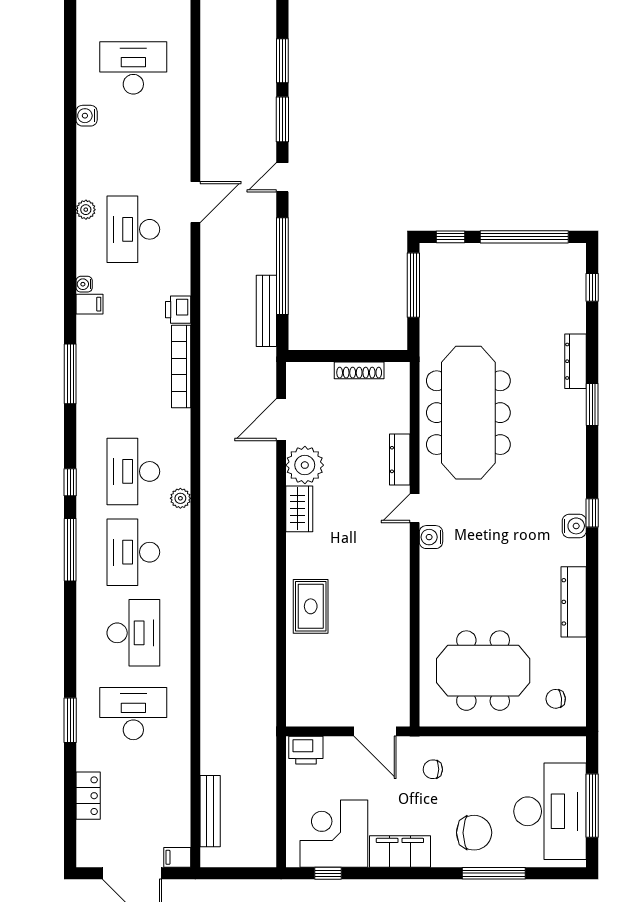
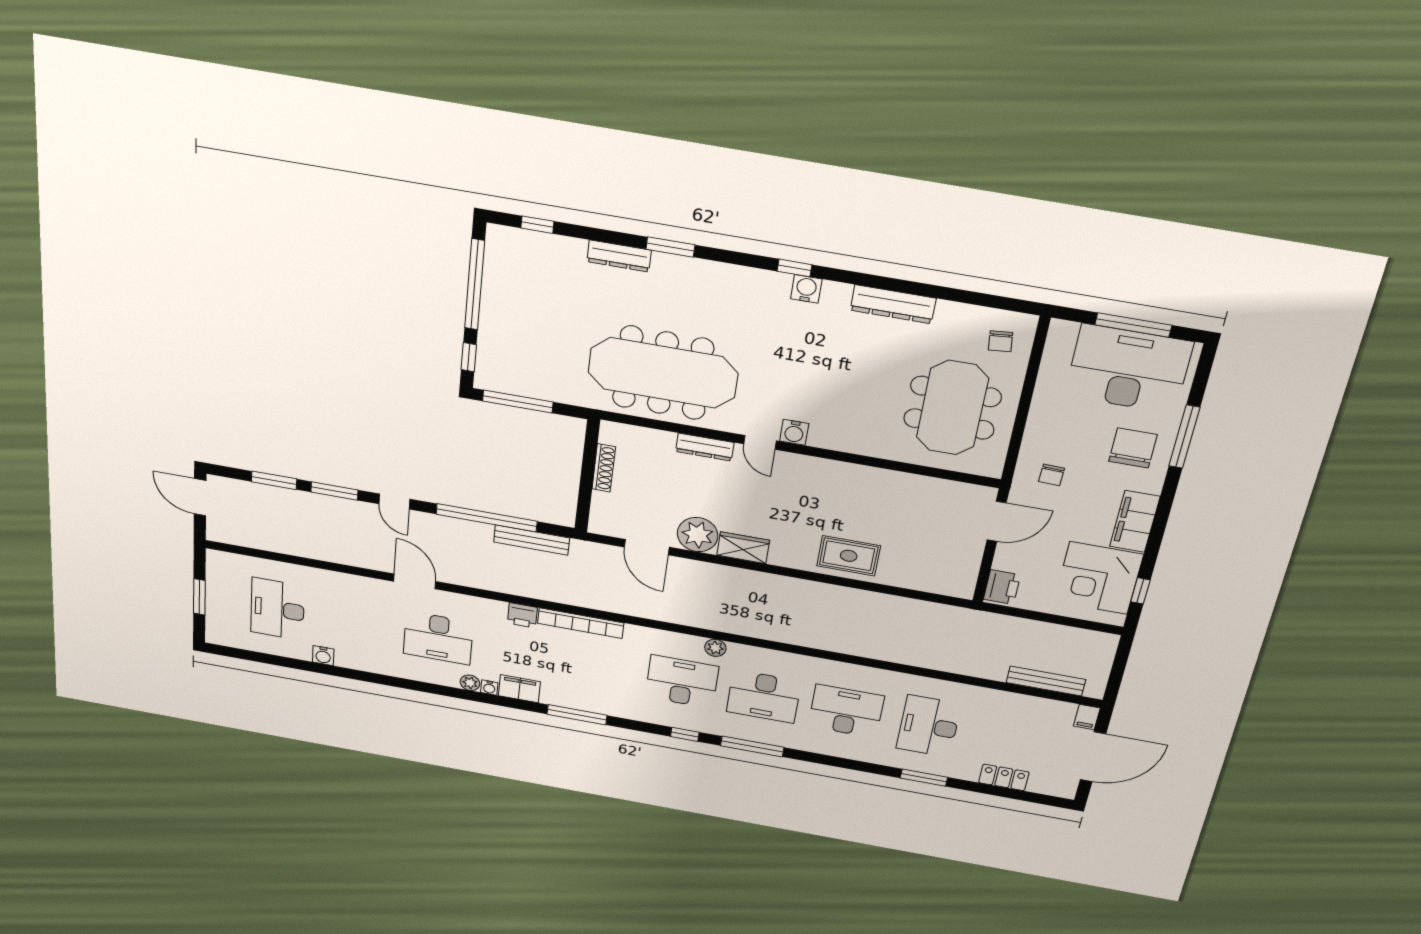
plant: (86, 210) -> (470, 683), moved
filing cabinet: (89, 304) -> (519, 689), width x2.00
desk: (133, 471) -> (682, 682), turned 180

